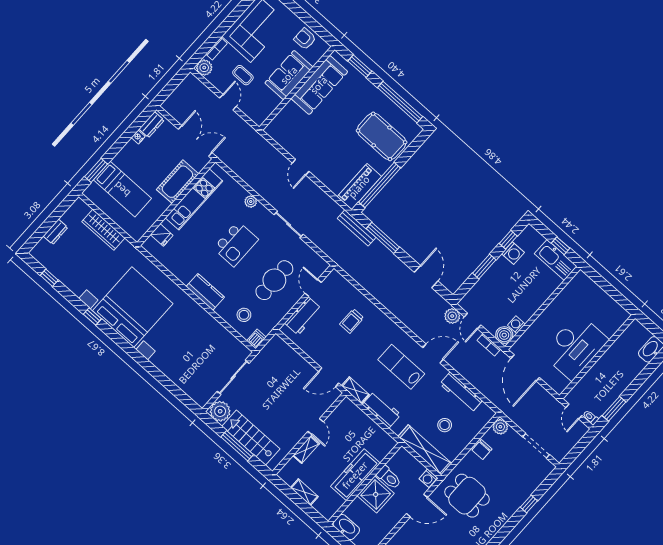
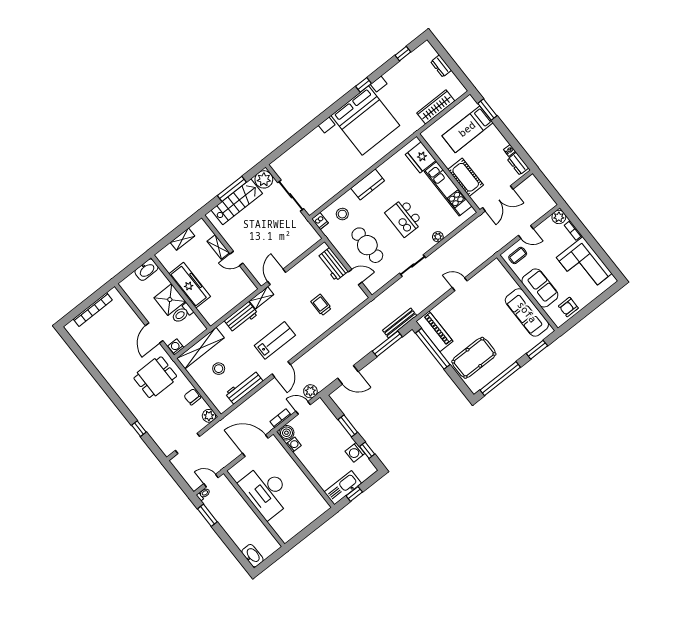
armchair: (305, 39) -> (568, 307), turned 180
coffee table: (243, 75) -> (518, 255), moved
fridge: (162, 235) -> (421, 157), width x1.88, depth x1.34

